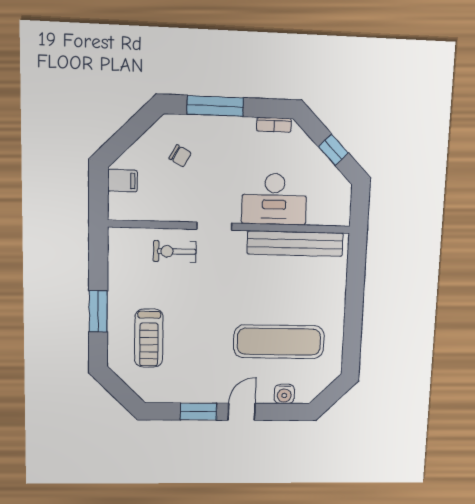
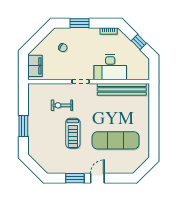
window: (215, 106) -> (79, 23), width x0.69
filing cabinet: (122, 181) -> (35, 66), width x2.00
exercise bike: (175, 251) -> (62, 105), moved
treadmill: (149, 338) -> (73, 133), moved
water cooler: (284, 394) -> (119, 168), removed

